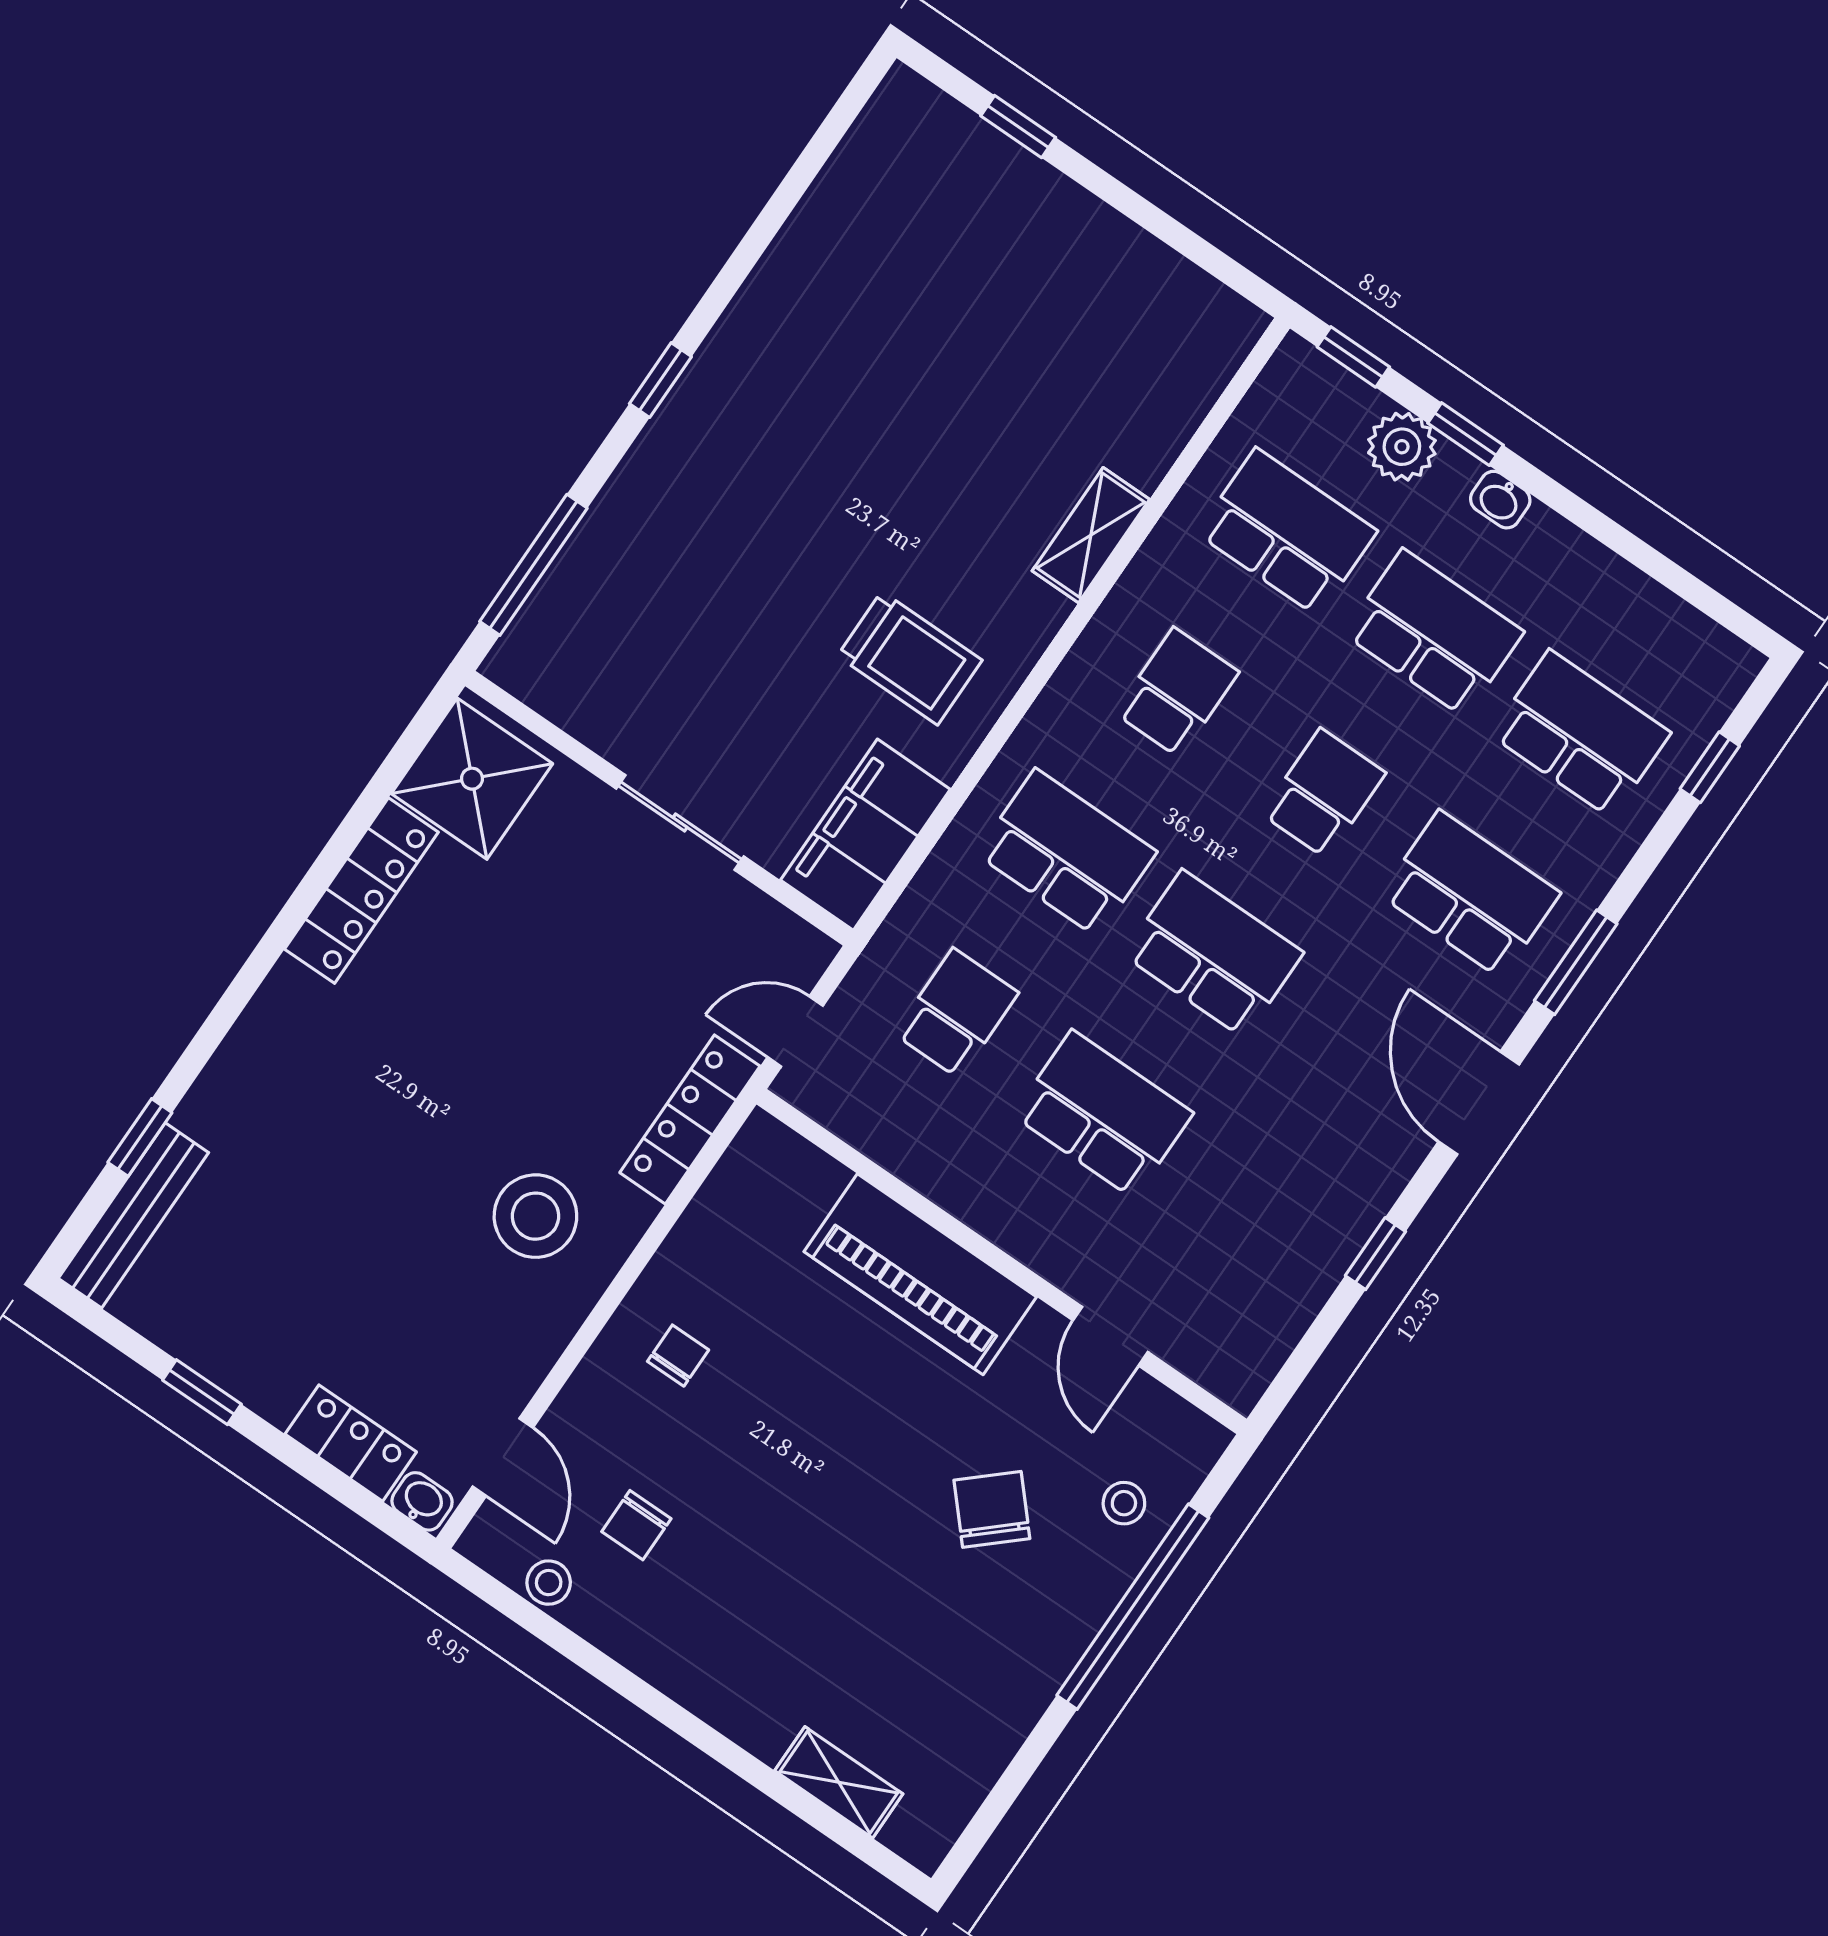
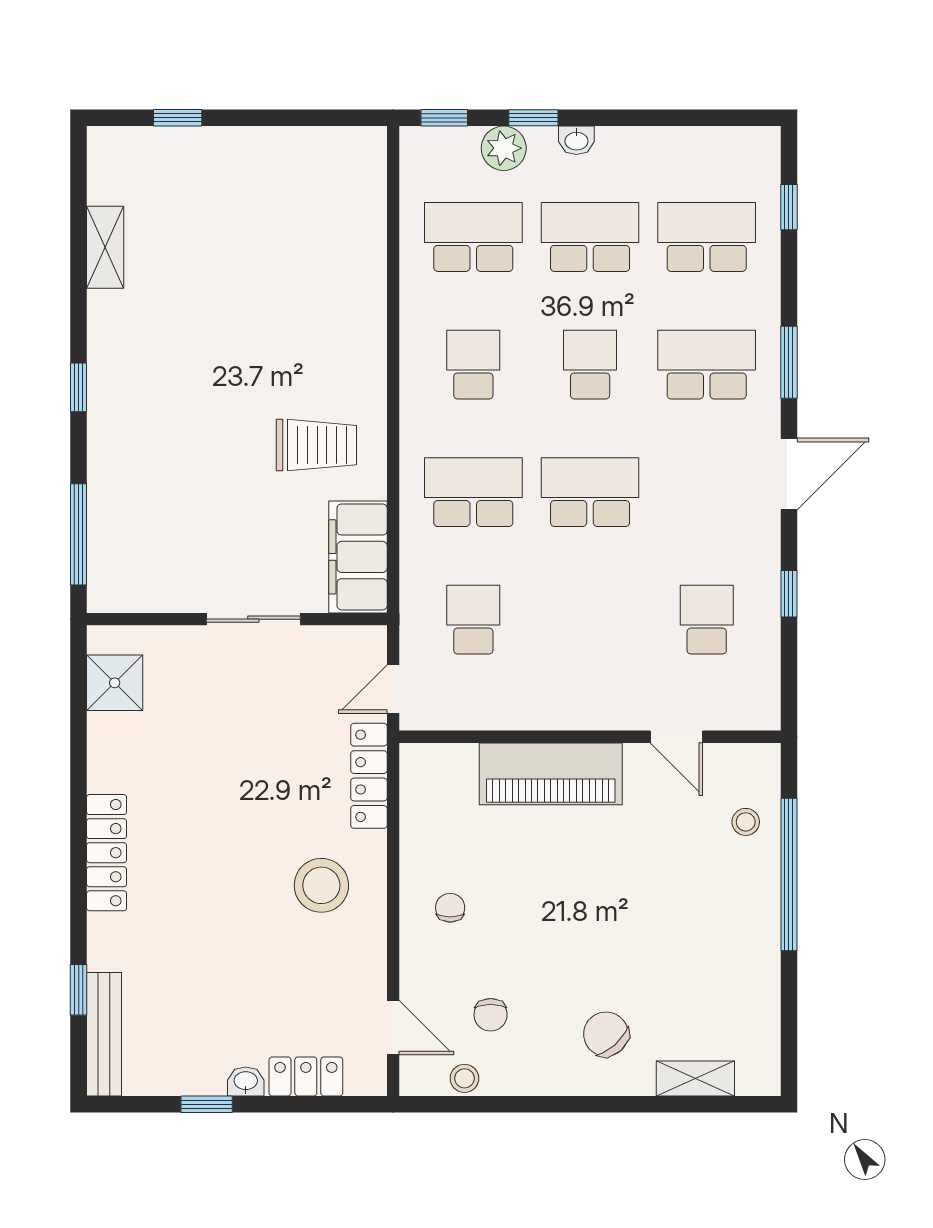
shelving: (1091, 535) -> (105, 247), moved
shower: (472, 779) -> (115, 683), width x0.73, depth x0.73
locker: (361, 891) -> (107, 853), moved
door: (1479, 1103) -> (789, 474), swing flipped
school desk: (1103, 1114) -> (707, 620), moved, width x0.54
washbasin: (422, 1501) -> (246, 1081), moved
chair: (992, 1509) -> (606, 1034), moved

